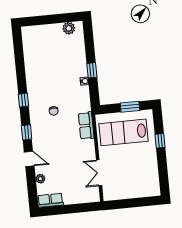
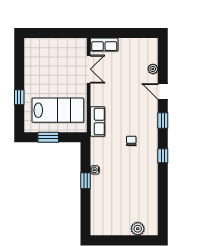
plant: (69, 28) -> (138, 229), moved
row of seats: (50, 200) -> (104, 45), moved

